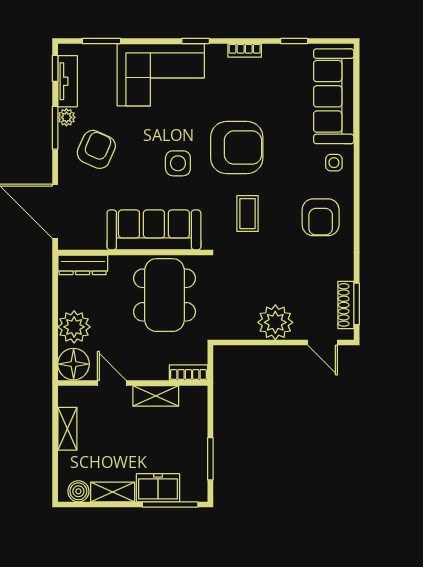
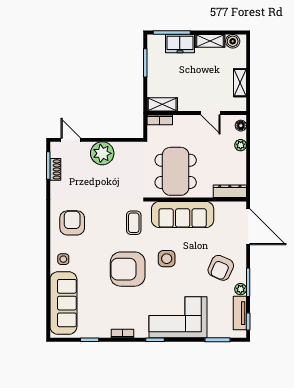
coffee table: (247, 214) -> (134, 223), moved
shoe rack: (346, 305) -> (55, 169), width x0.70
plant: (74, 327) -> (241, 145), width x0.53, depth x0.53
floor lamp: (74, 364) -> (241, 126), width x0.53, depth x0.53
shelving: (156, 396) -> (162, 104), moved

